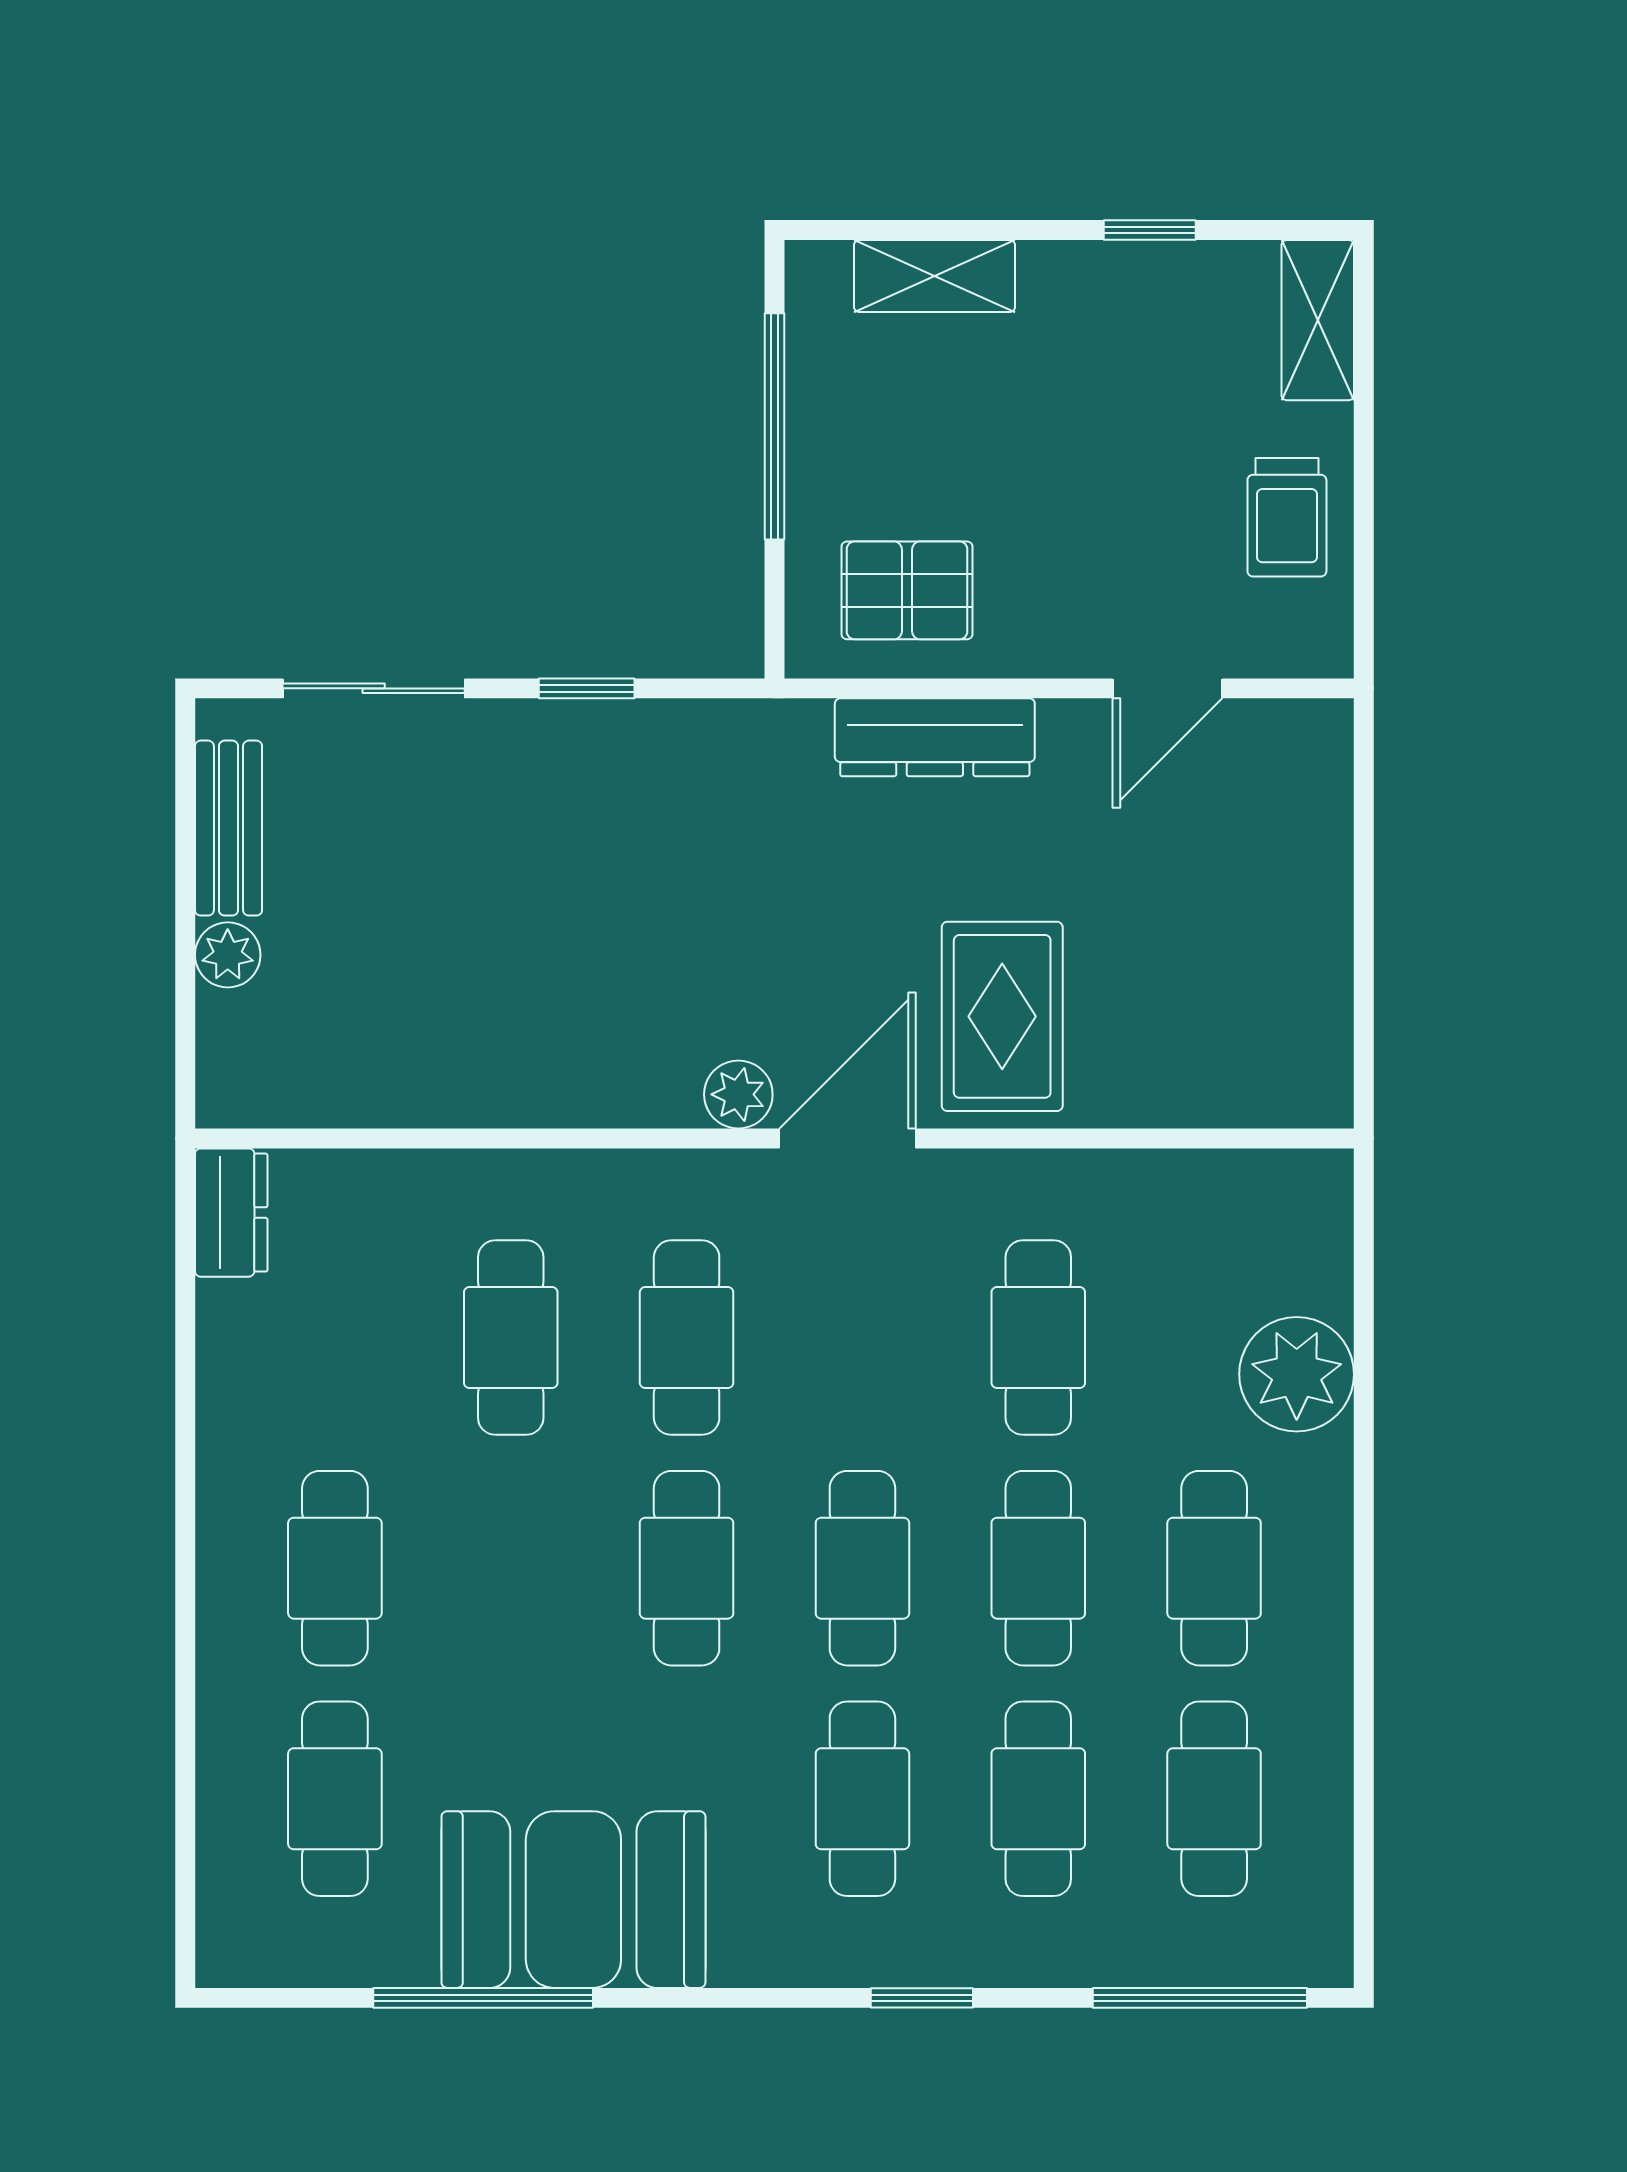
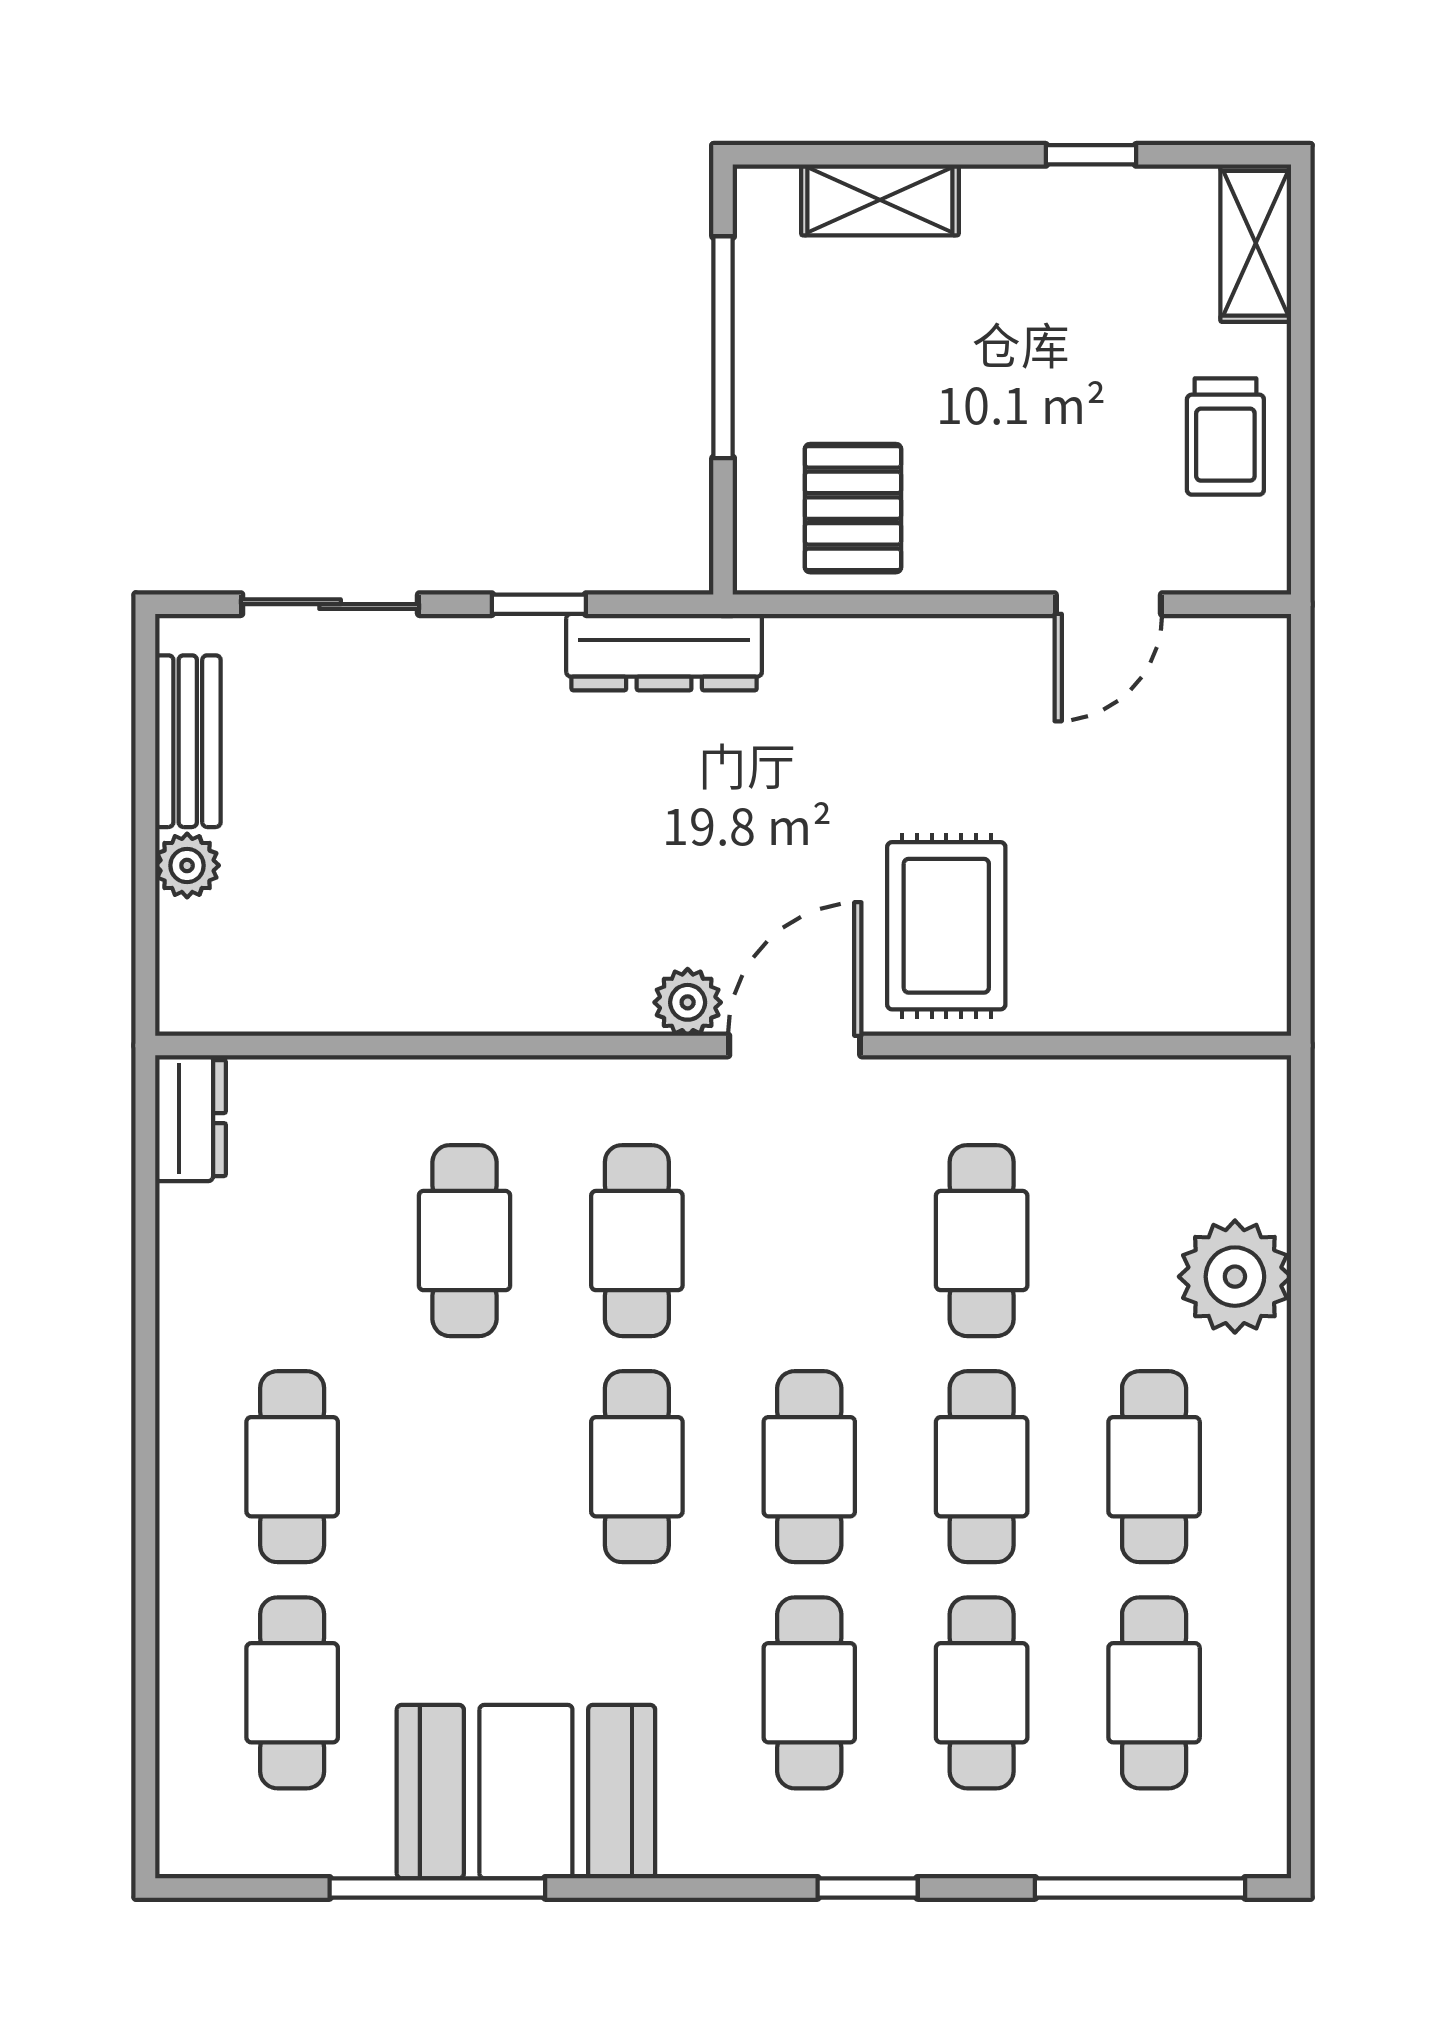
pallet: (907, 590) -> (853, 508), turned 90
dresser: (935, 737) -> (664, 652), moved

